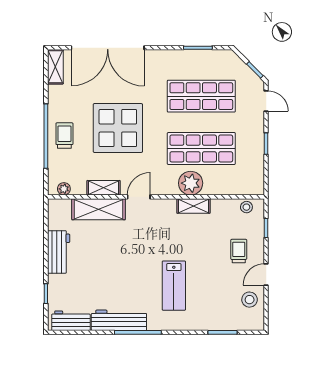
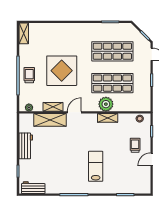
double door: (108, 48) -> (56, 22), removed
lab bench: (174, 286) -> (96, 166), turned 180
stool: (250, 300) -> (142, 175), removed
workbench: (119, 320) -> (62, 187), removed

